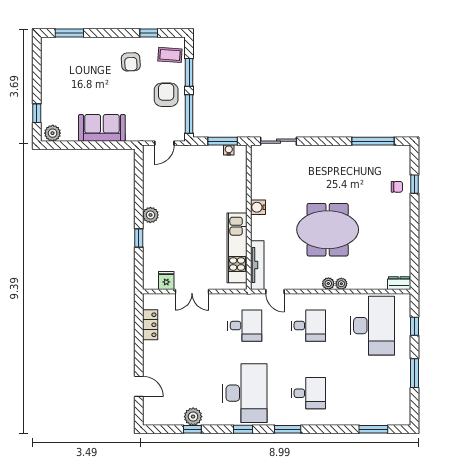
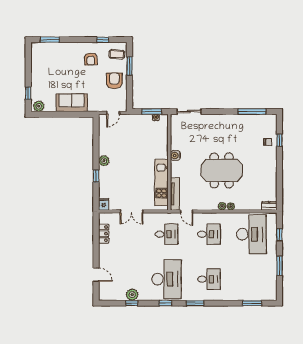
window: (189, 114) -> (130, 94), removed
fridge: (166, 280) -> (104, 204), moved

